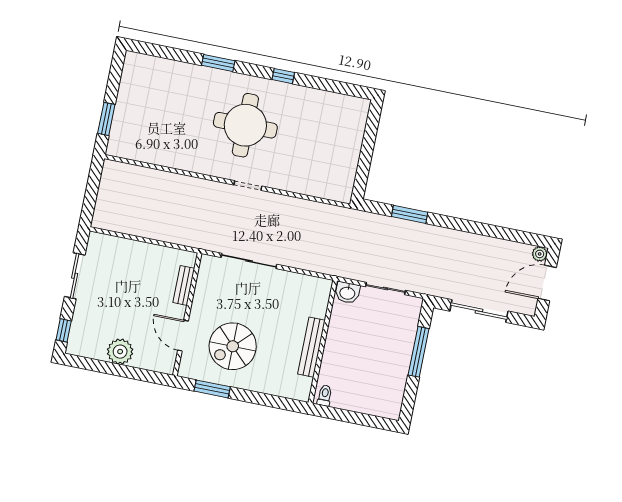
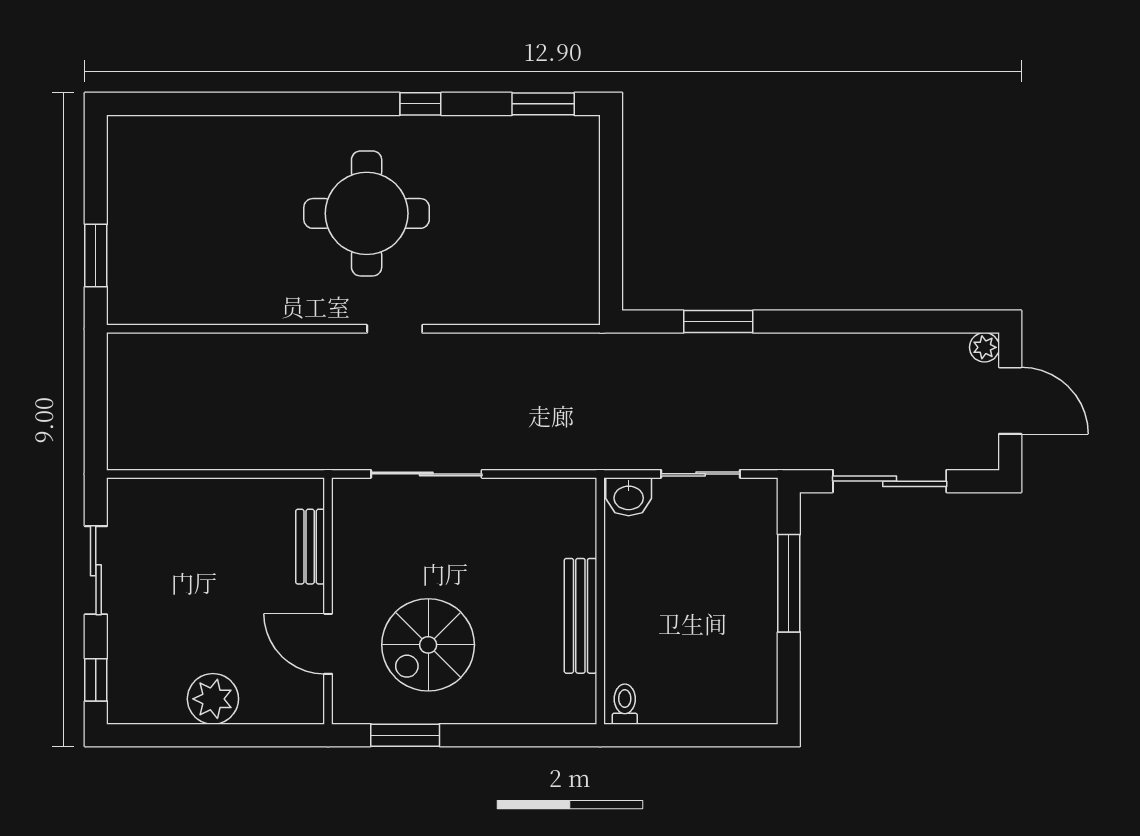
window: (218, 63) -> (543, 104), moved
door: (547, 283) -> (1010, 401), swing flipped

